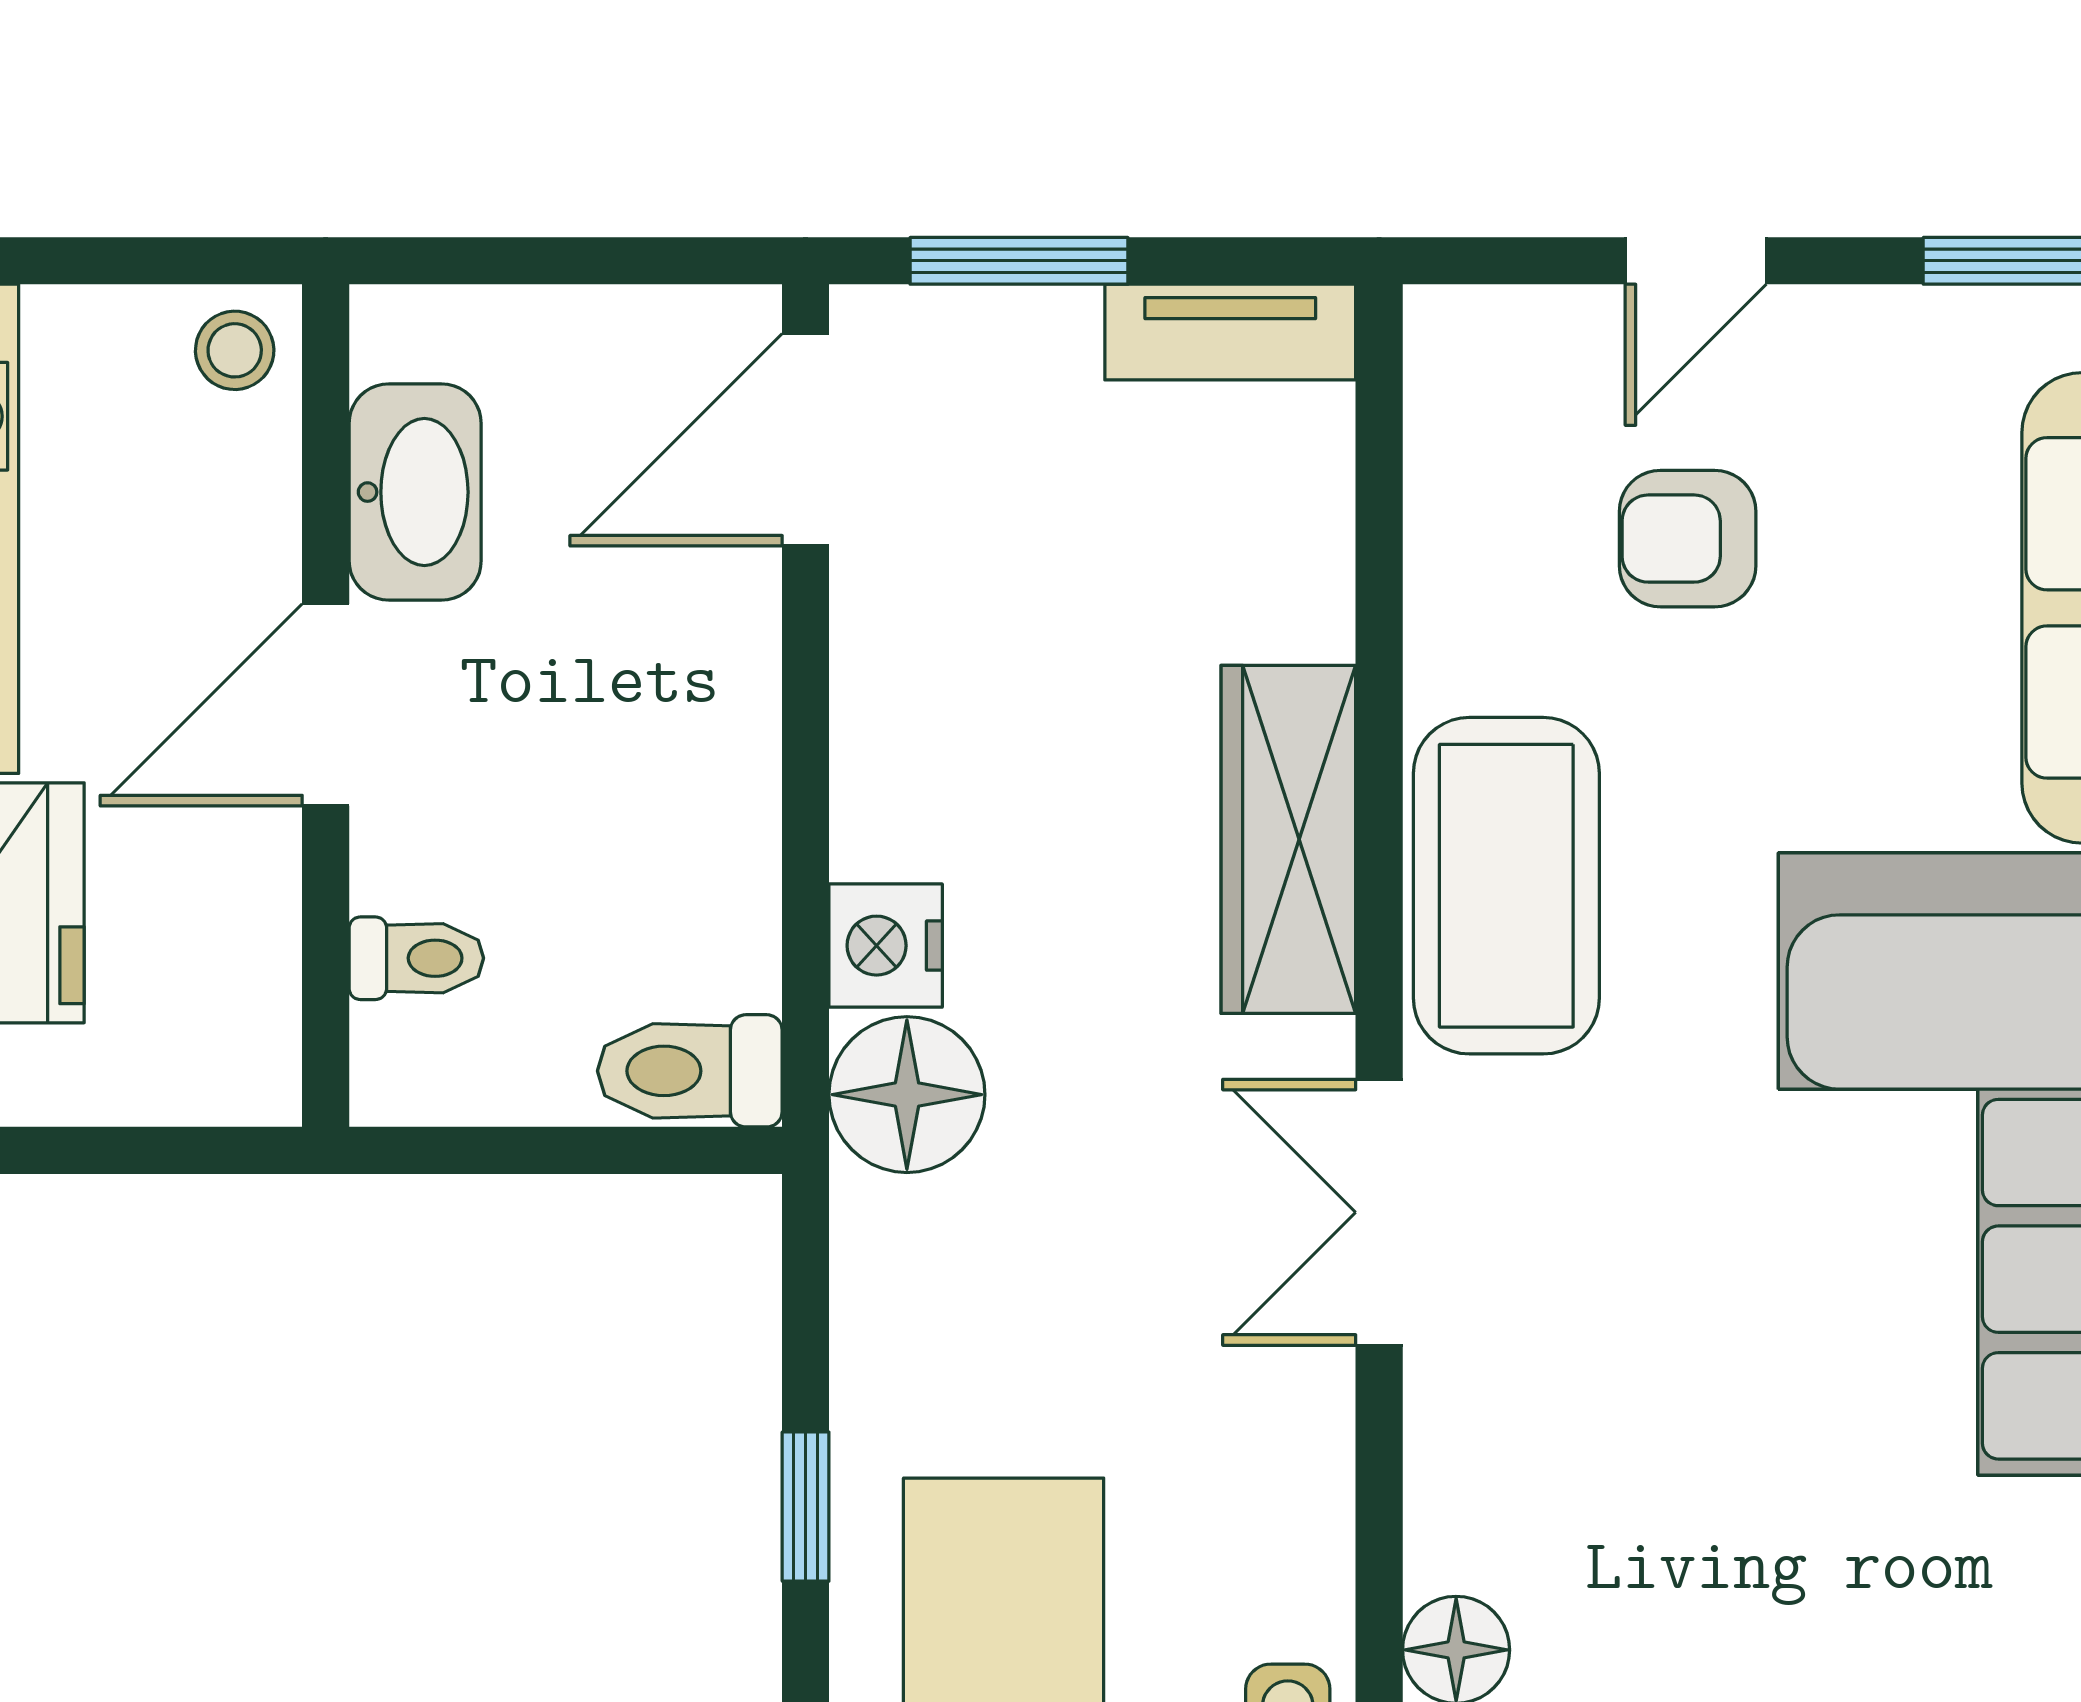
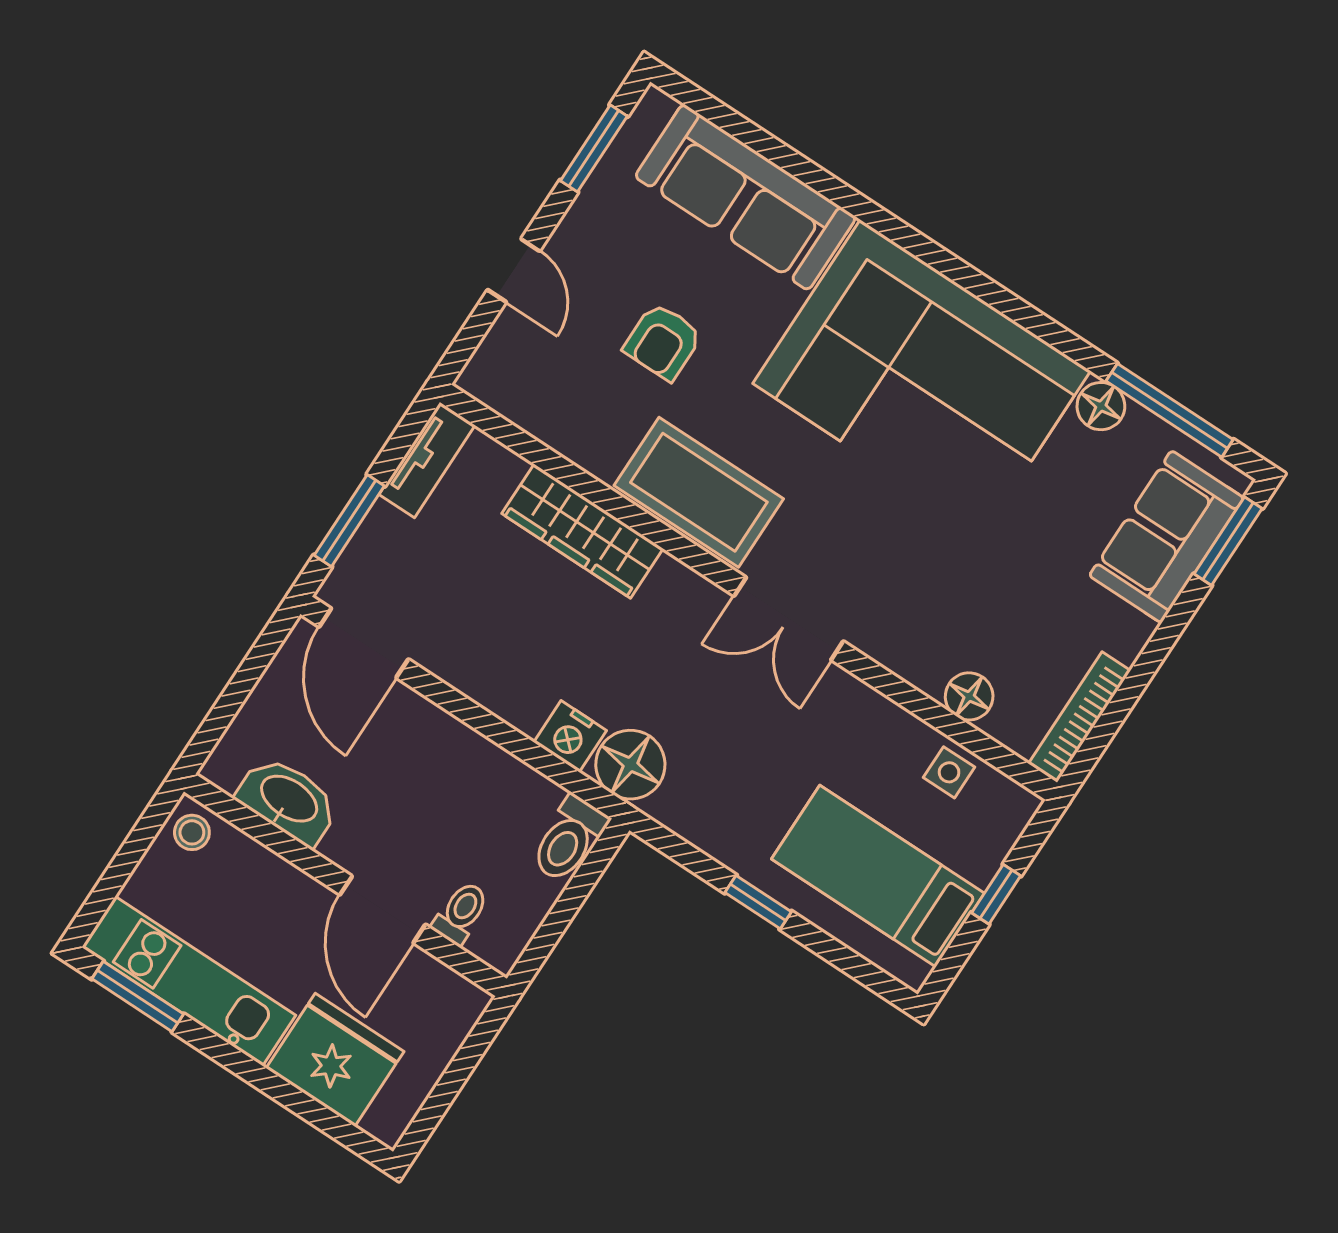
armchair: (1688, 539) -> (663, 342), moved
door: (326, 705) -> (383, 910), moved
wardrobe: (1288, 839) -> (582, 531), moved

